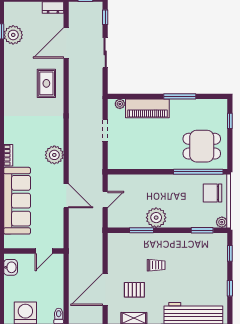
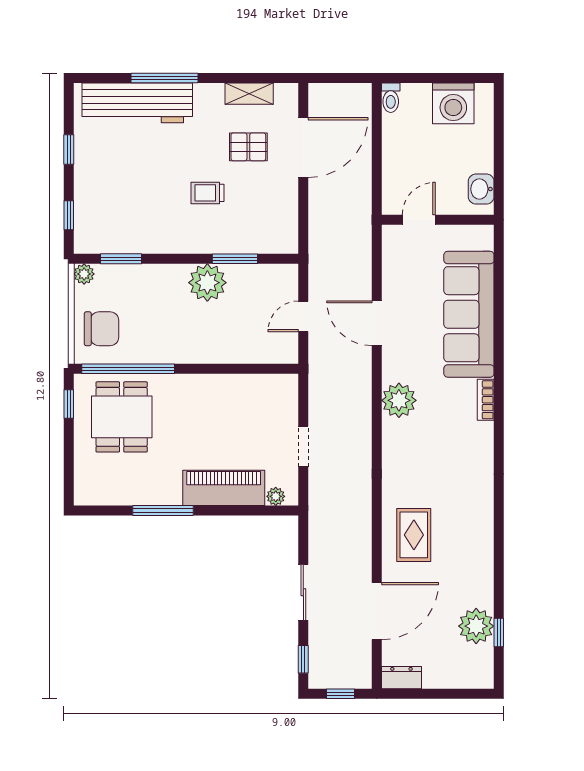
window: (230, 121) -> (69, 404), moved
dining table: (202, 146) -> (122, 417), turned 90

